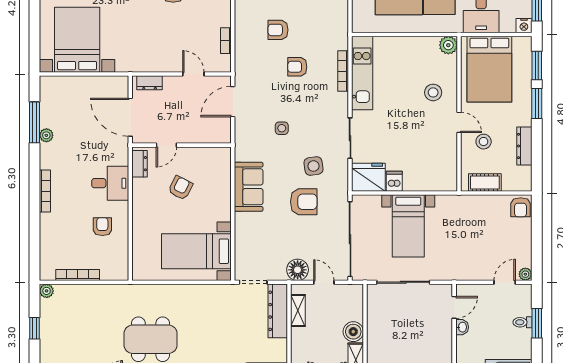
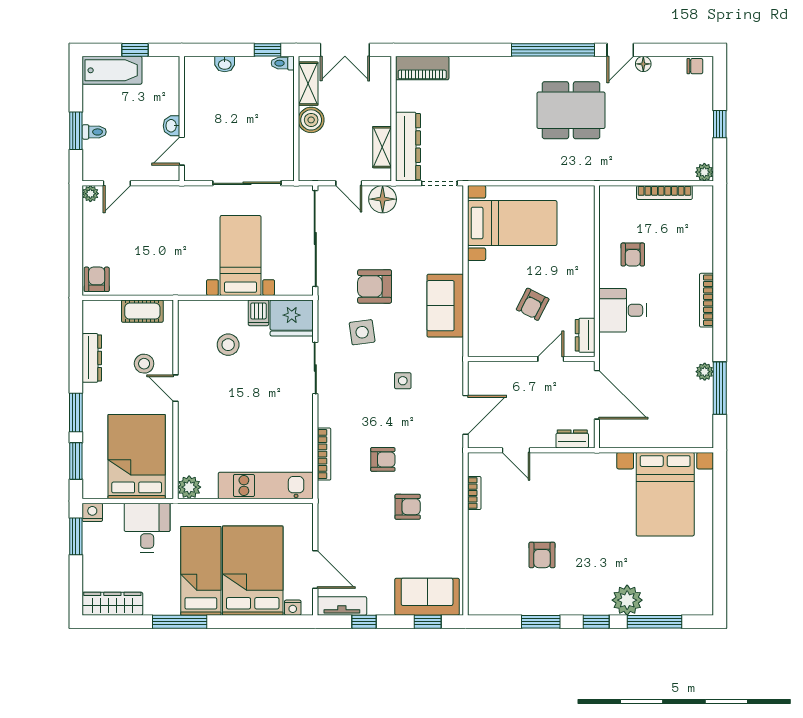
kitchen unit: (362, 73) -> (266, 486), moved, turned 90
stool: (433, 92) -> (228, 345), moved

